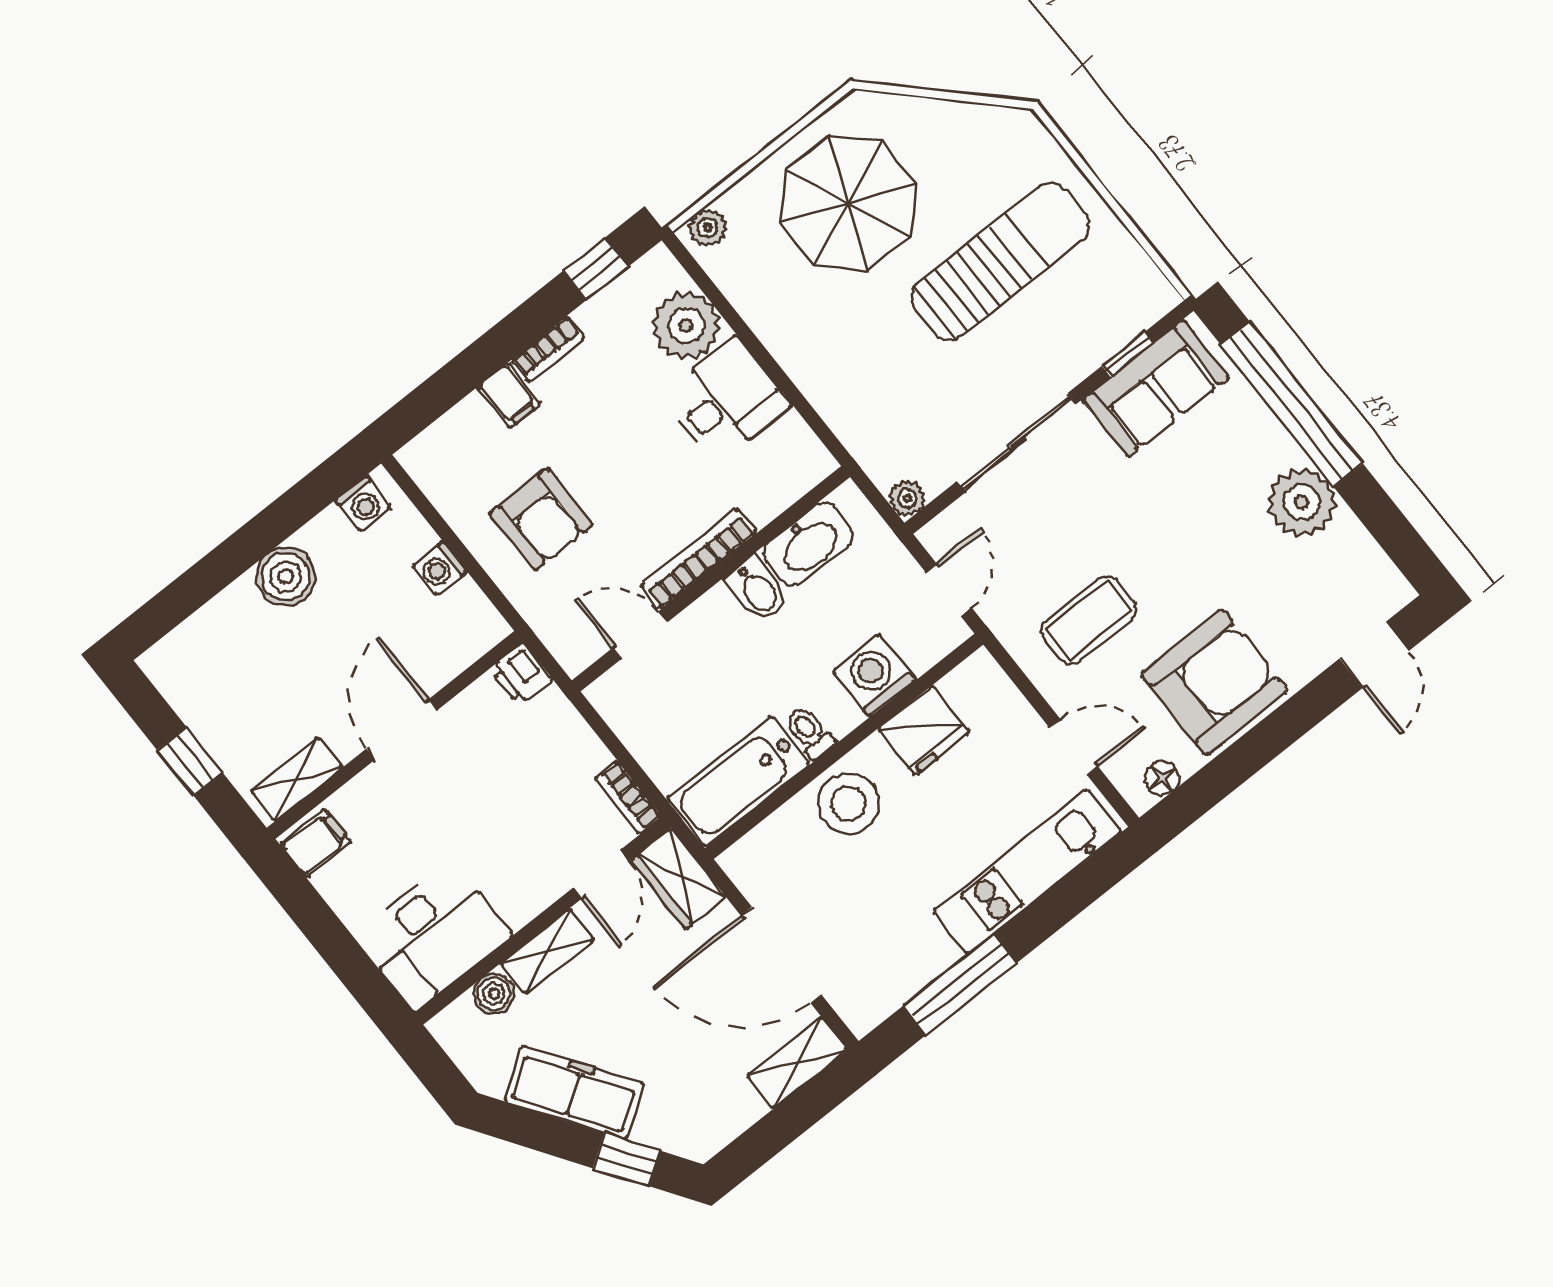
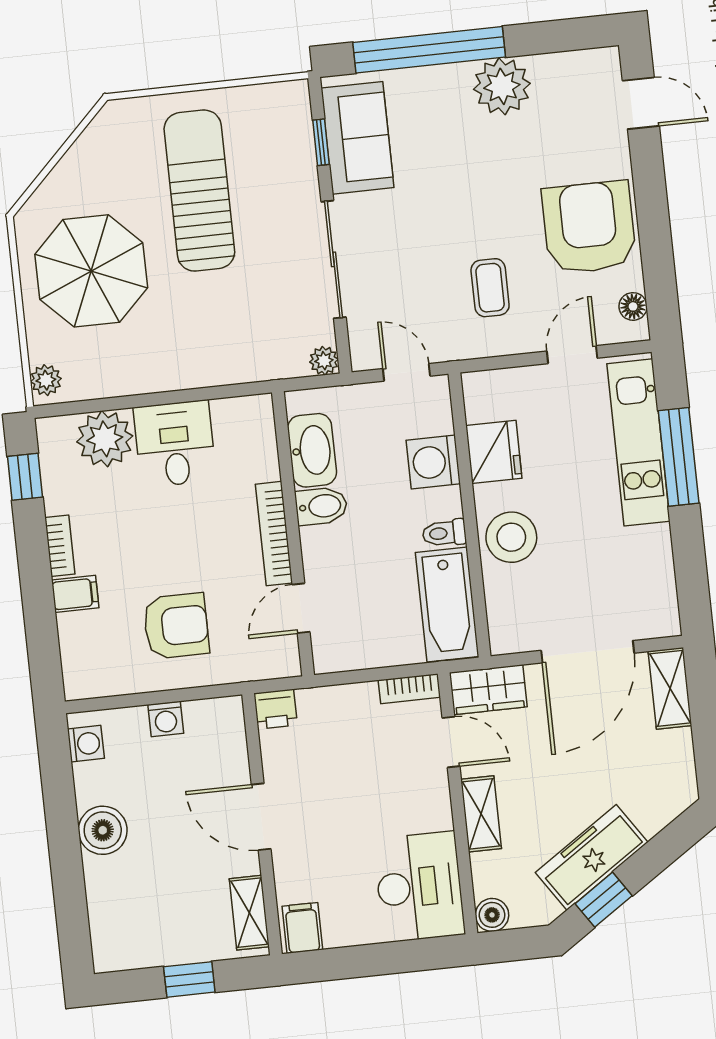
coffee table: (1089, 620) -> (490, 288), width x0.73, depth x0.77
window: (960, 984) -> (679, 457), moved
boiler: (494, 994) -> (492, 915), moved
window: (627, 1160) -> (604, 900), moved

